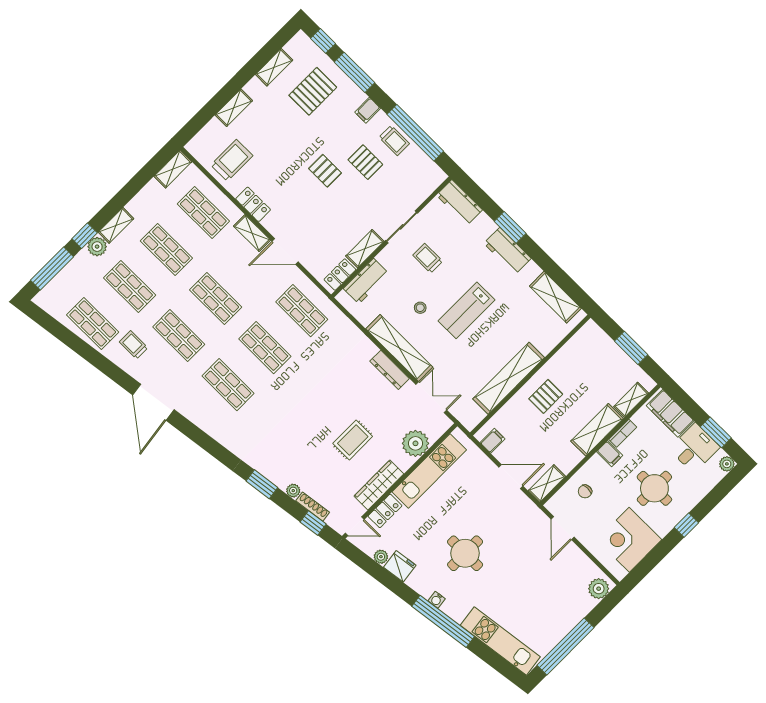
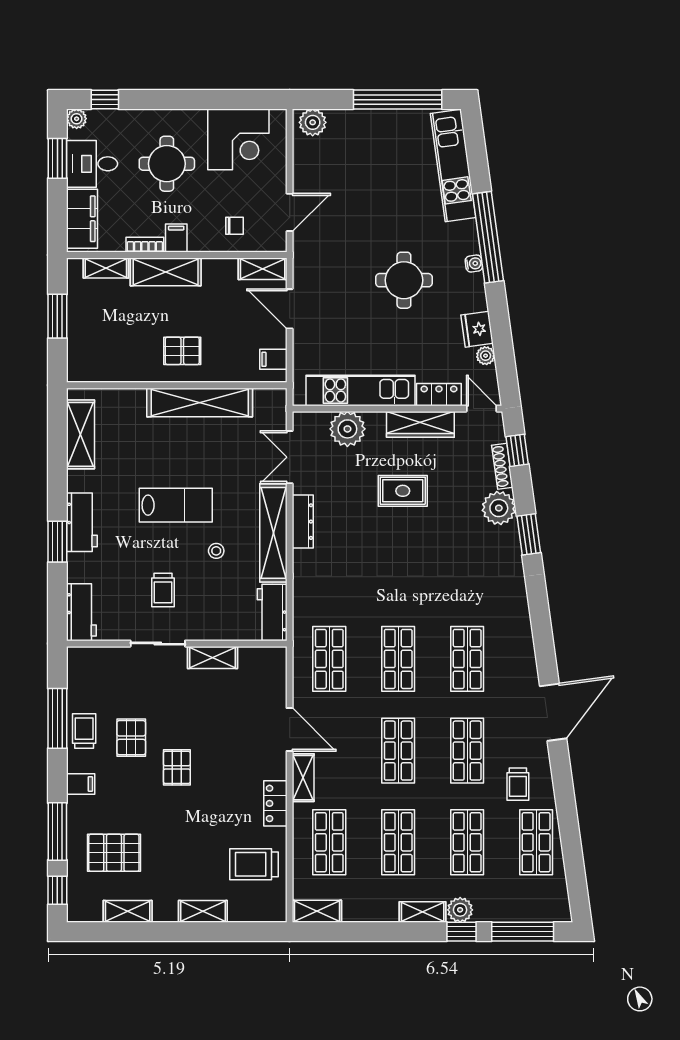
window: (415, 133) -> (57, 718), width x0.68
locker: (340, 275) -> (260, 657), removed
workbench: (366, 281) -> (272, 612), moved, turned -90
plant: (293, 491) -> (499, 508), width x1.87, depth x1.87
window: (686, 525) -> (105, 100), moved

